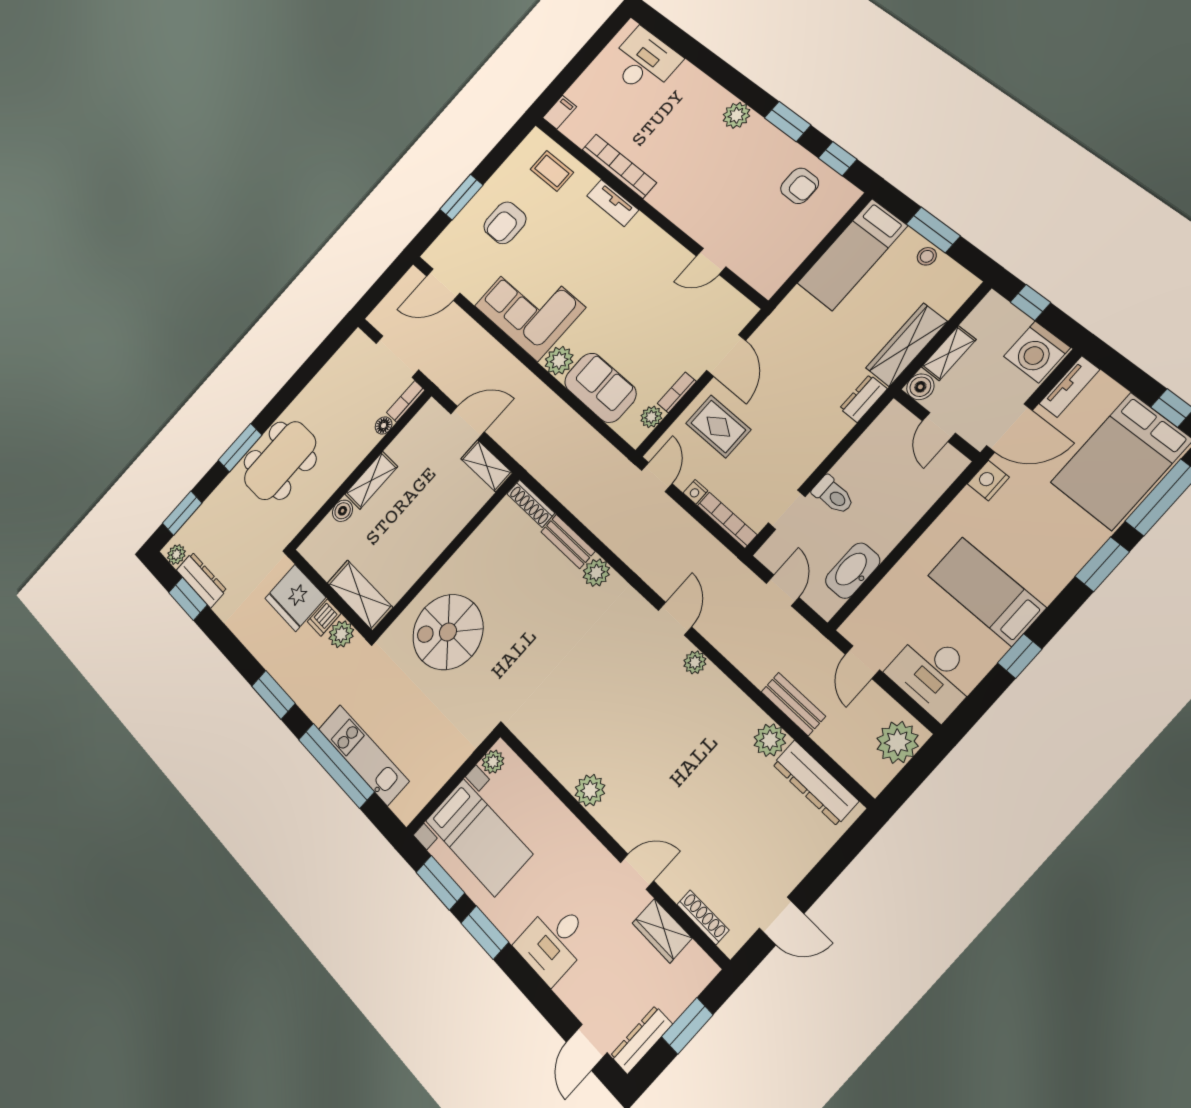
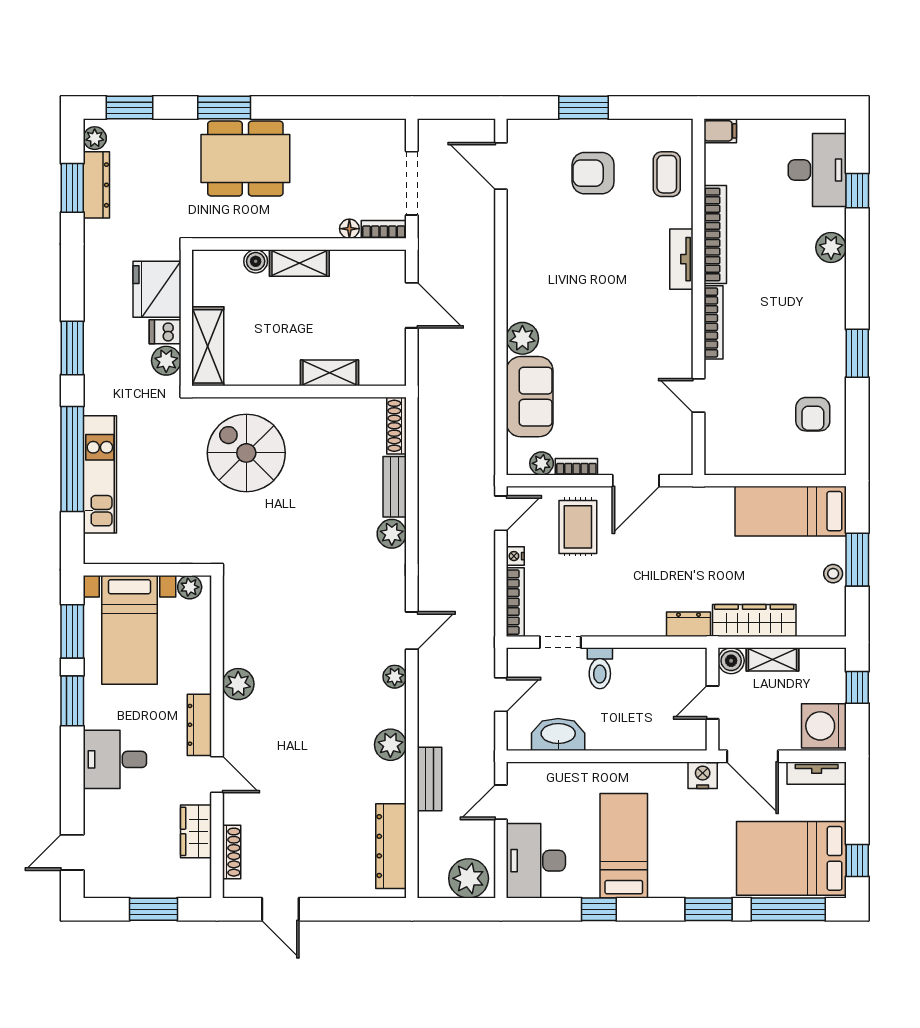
plant: (736, 115) -> (831, 247), moved
window: (837, 159) -> (857, 191), moved
bookcase: (673, 212) -> (713, 322), added
corner sofa: (530, 307) -> (544, 267), removed
shelving: (487, 466) -> (329, 373), moved, turned 90
plant: (770, 740) -> (390, 745), moved
dresser: (641, 1040) -> (199, 725), moved, turned -90

